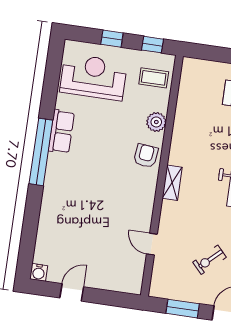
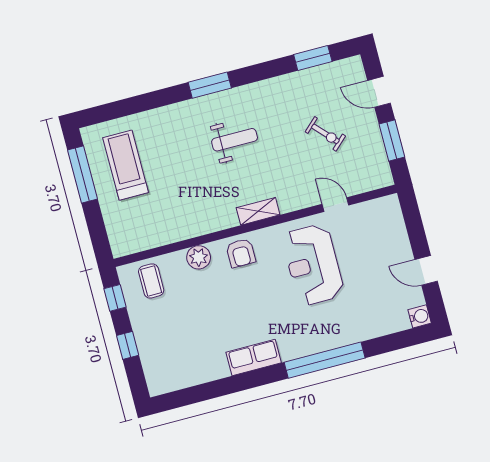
reception desk: (93, 77) -> (313, 265), moved
window: (41, 152) -> (325, 360), moved
armchair: (146, 156) -> (241, 253), turned -96
door: (152, 244) -> (335, 205), swing flipped

